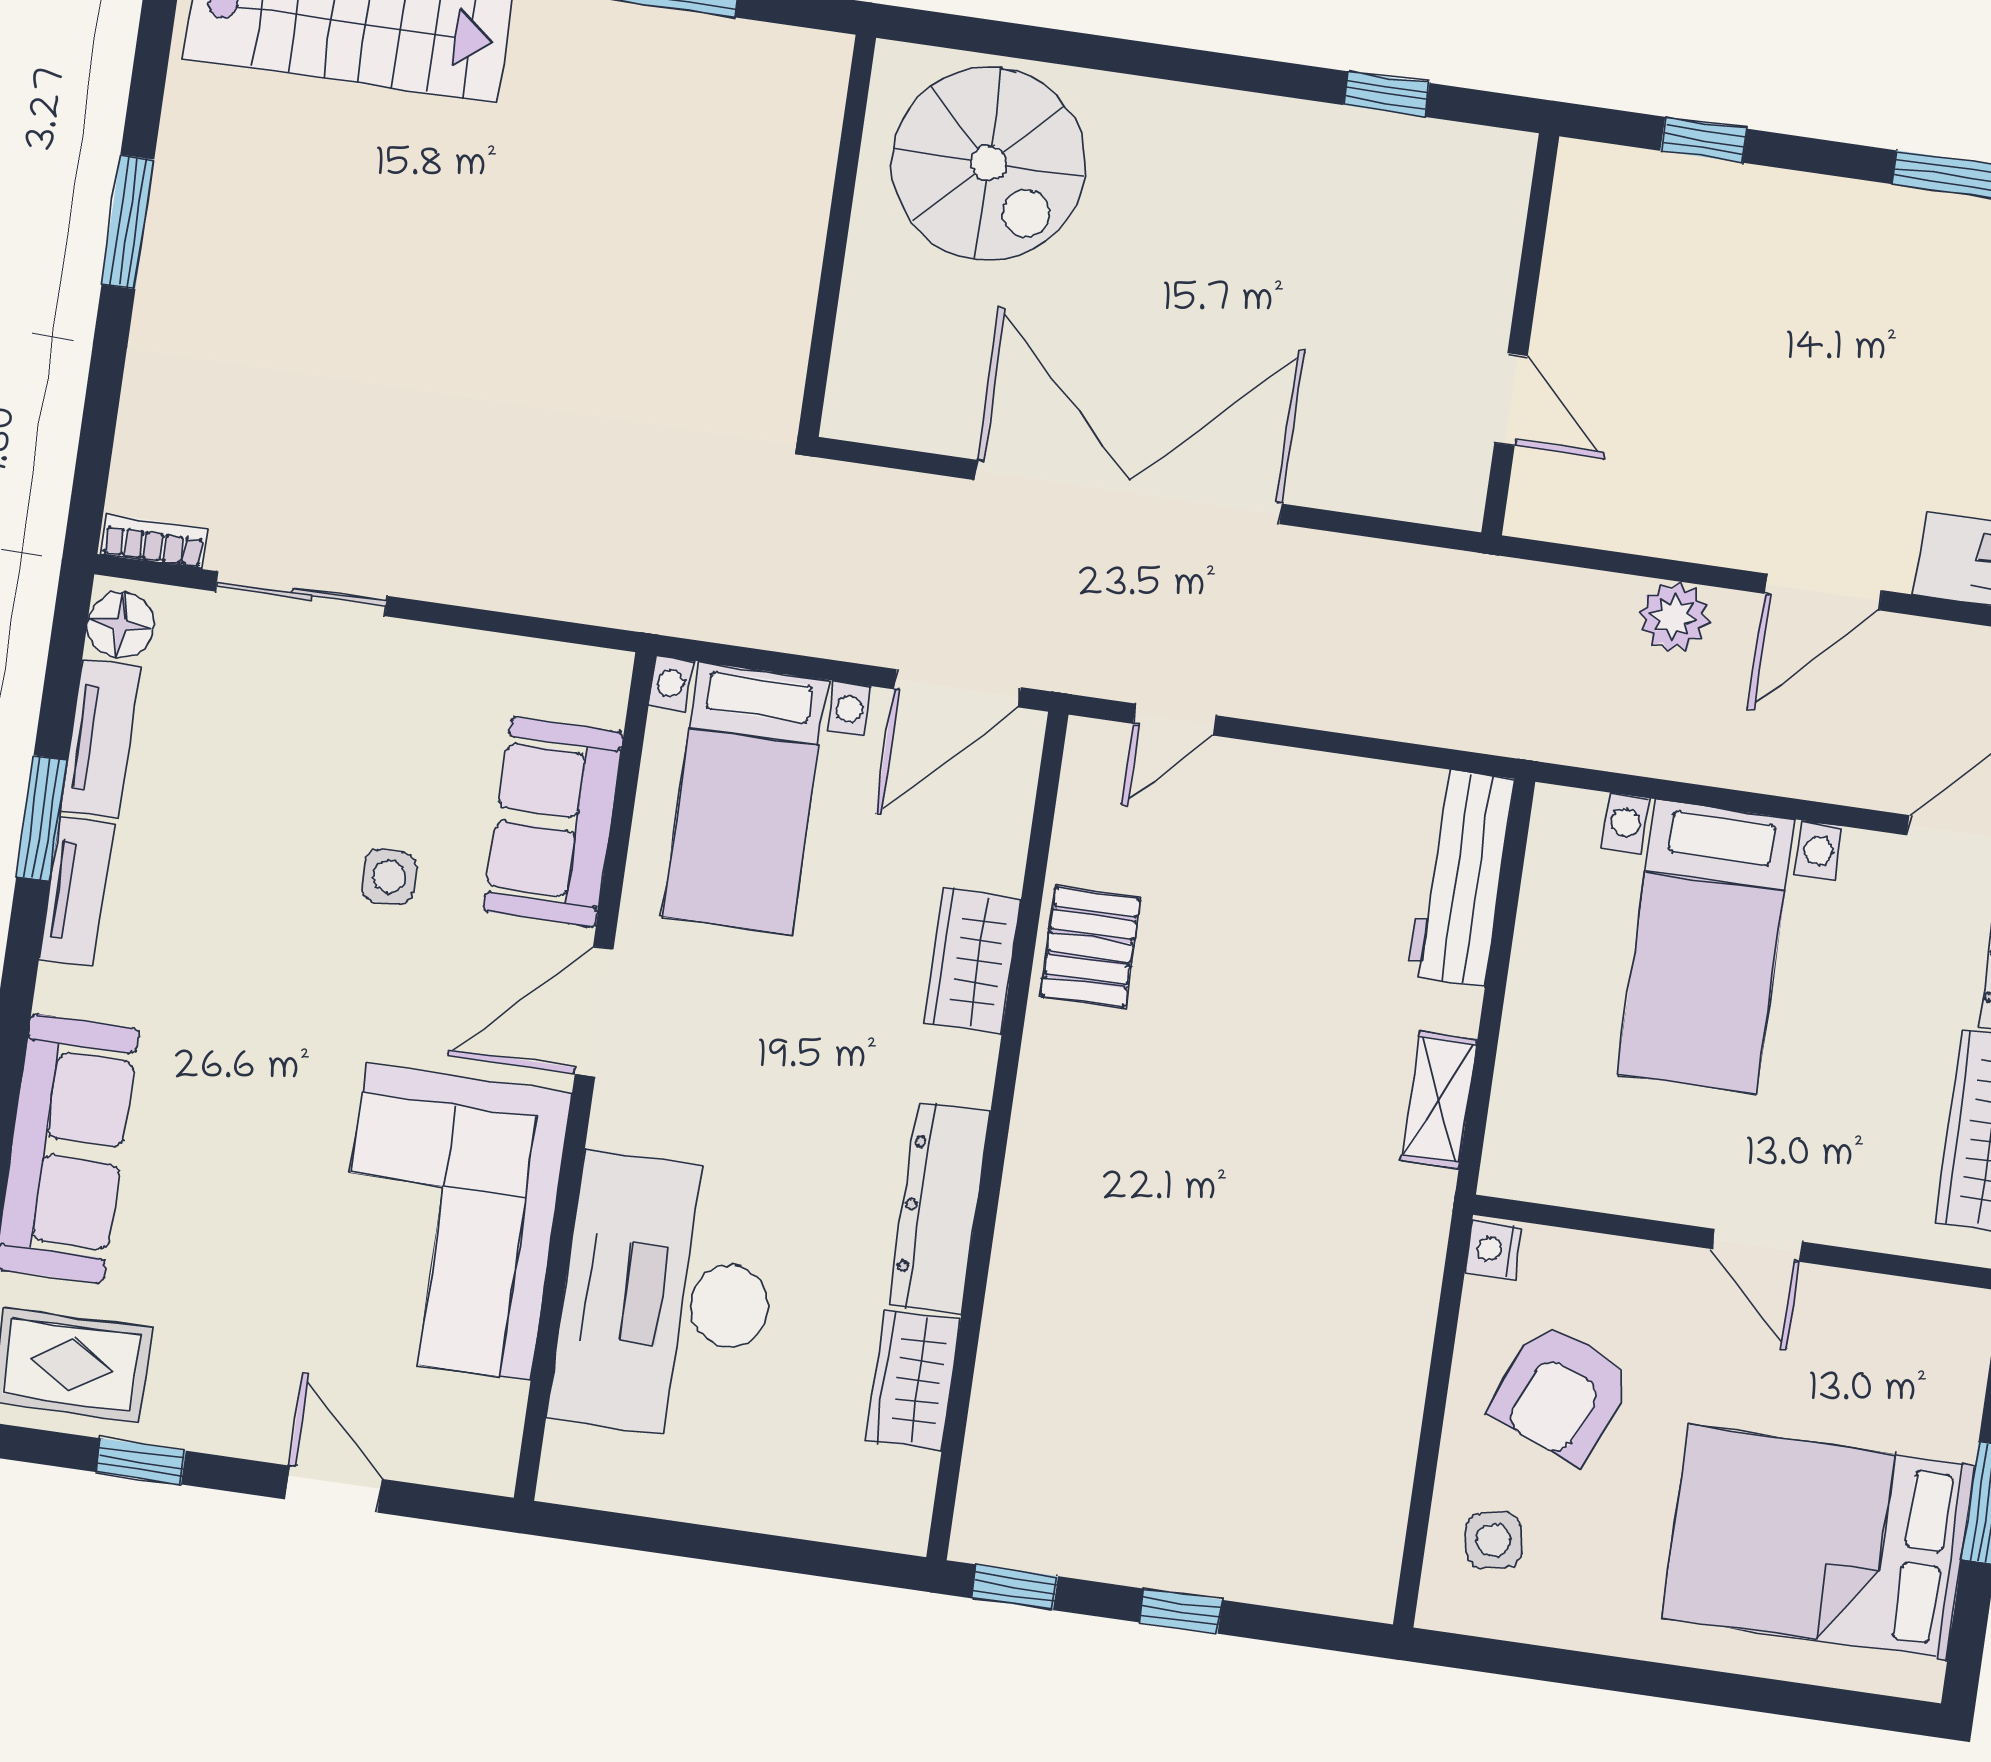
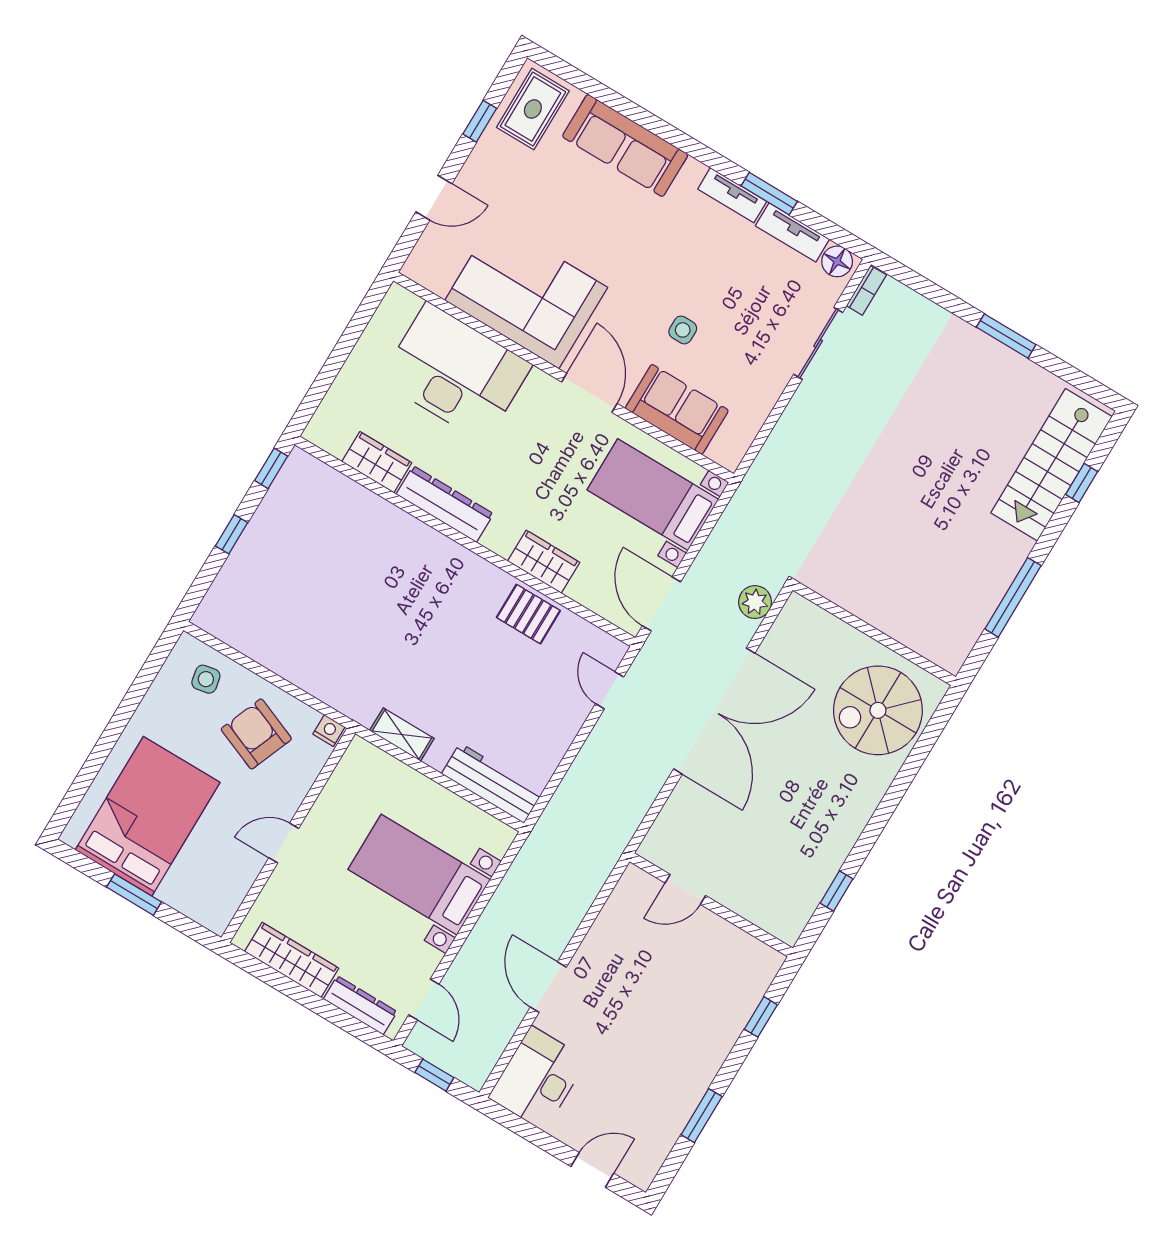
plant: (1674, 617) -> (755, 602), moved

